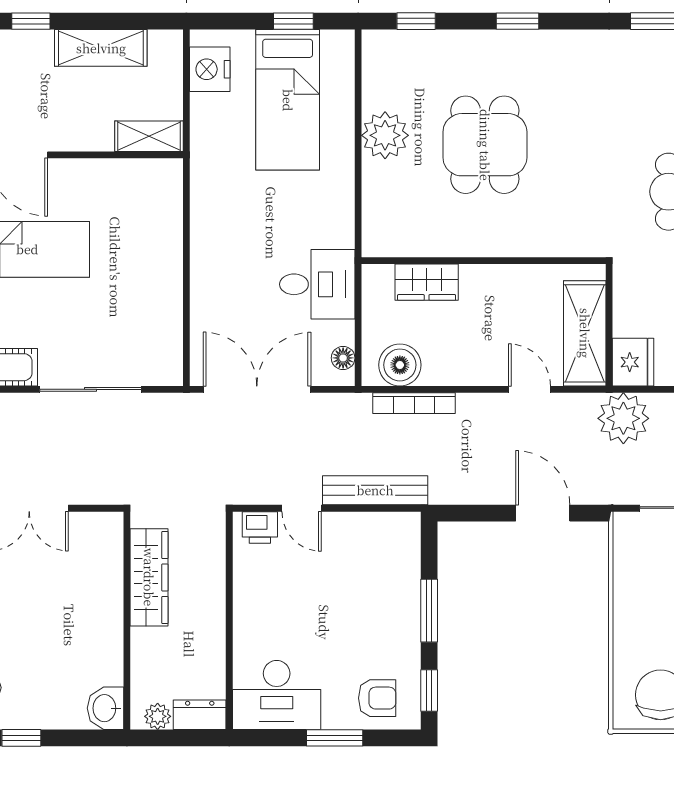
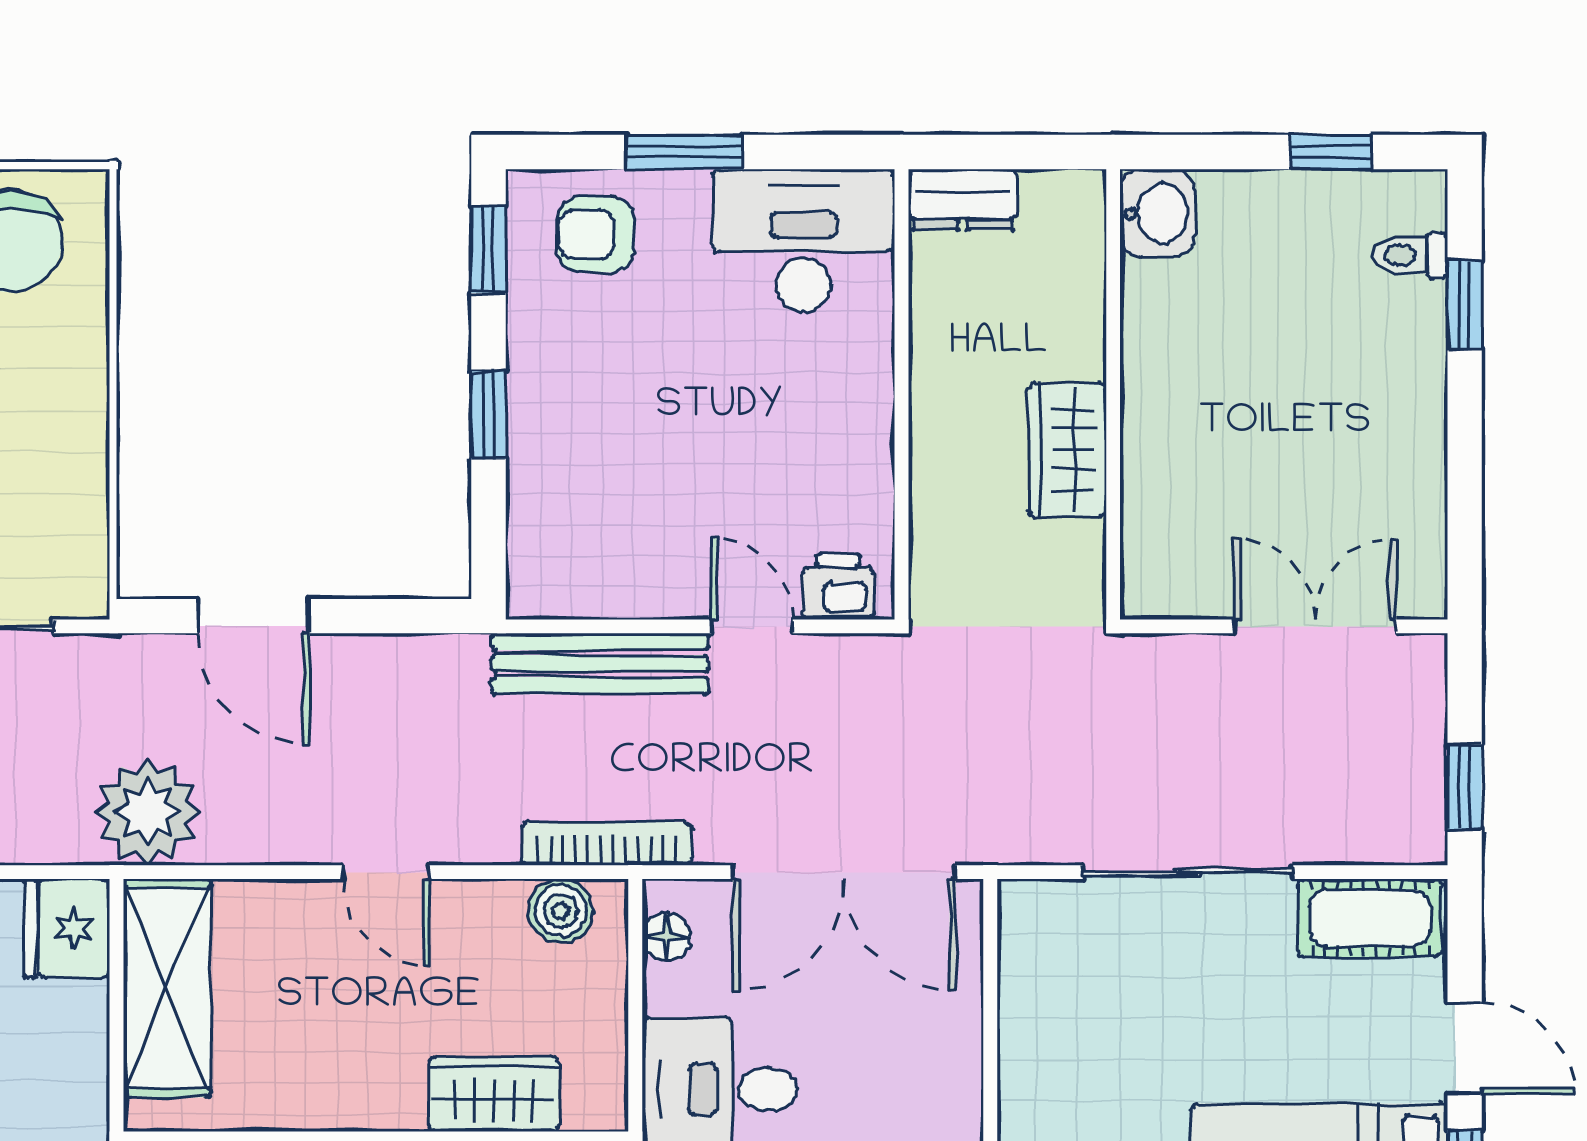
boiler: (400, 365) -> (561, 911), width x0.73, depth x0.73
door: (529, 389) -> (386, 872), moved
bookcase: (414, 403) -> (606, 844), moved
plant: (623, 418) -> (147, 812), moved
wardrobe: (149, 577) -> (1067, 450), width x0.67
window: (429, 611) -> (488, 415), width x0.67
plant: (158, 716) -> (1050, 196), removed

